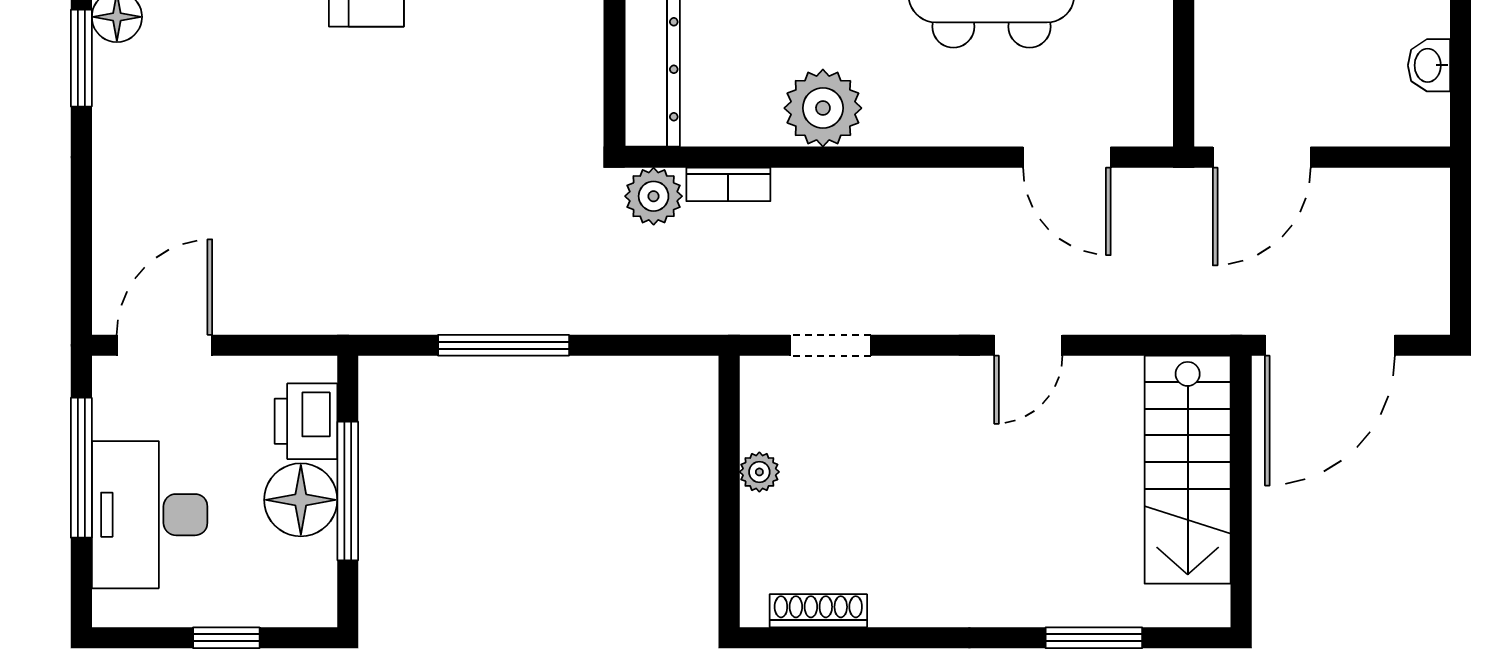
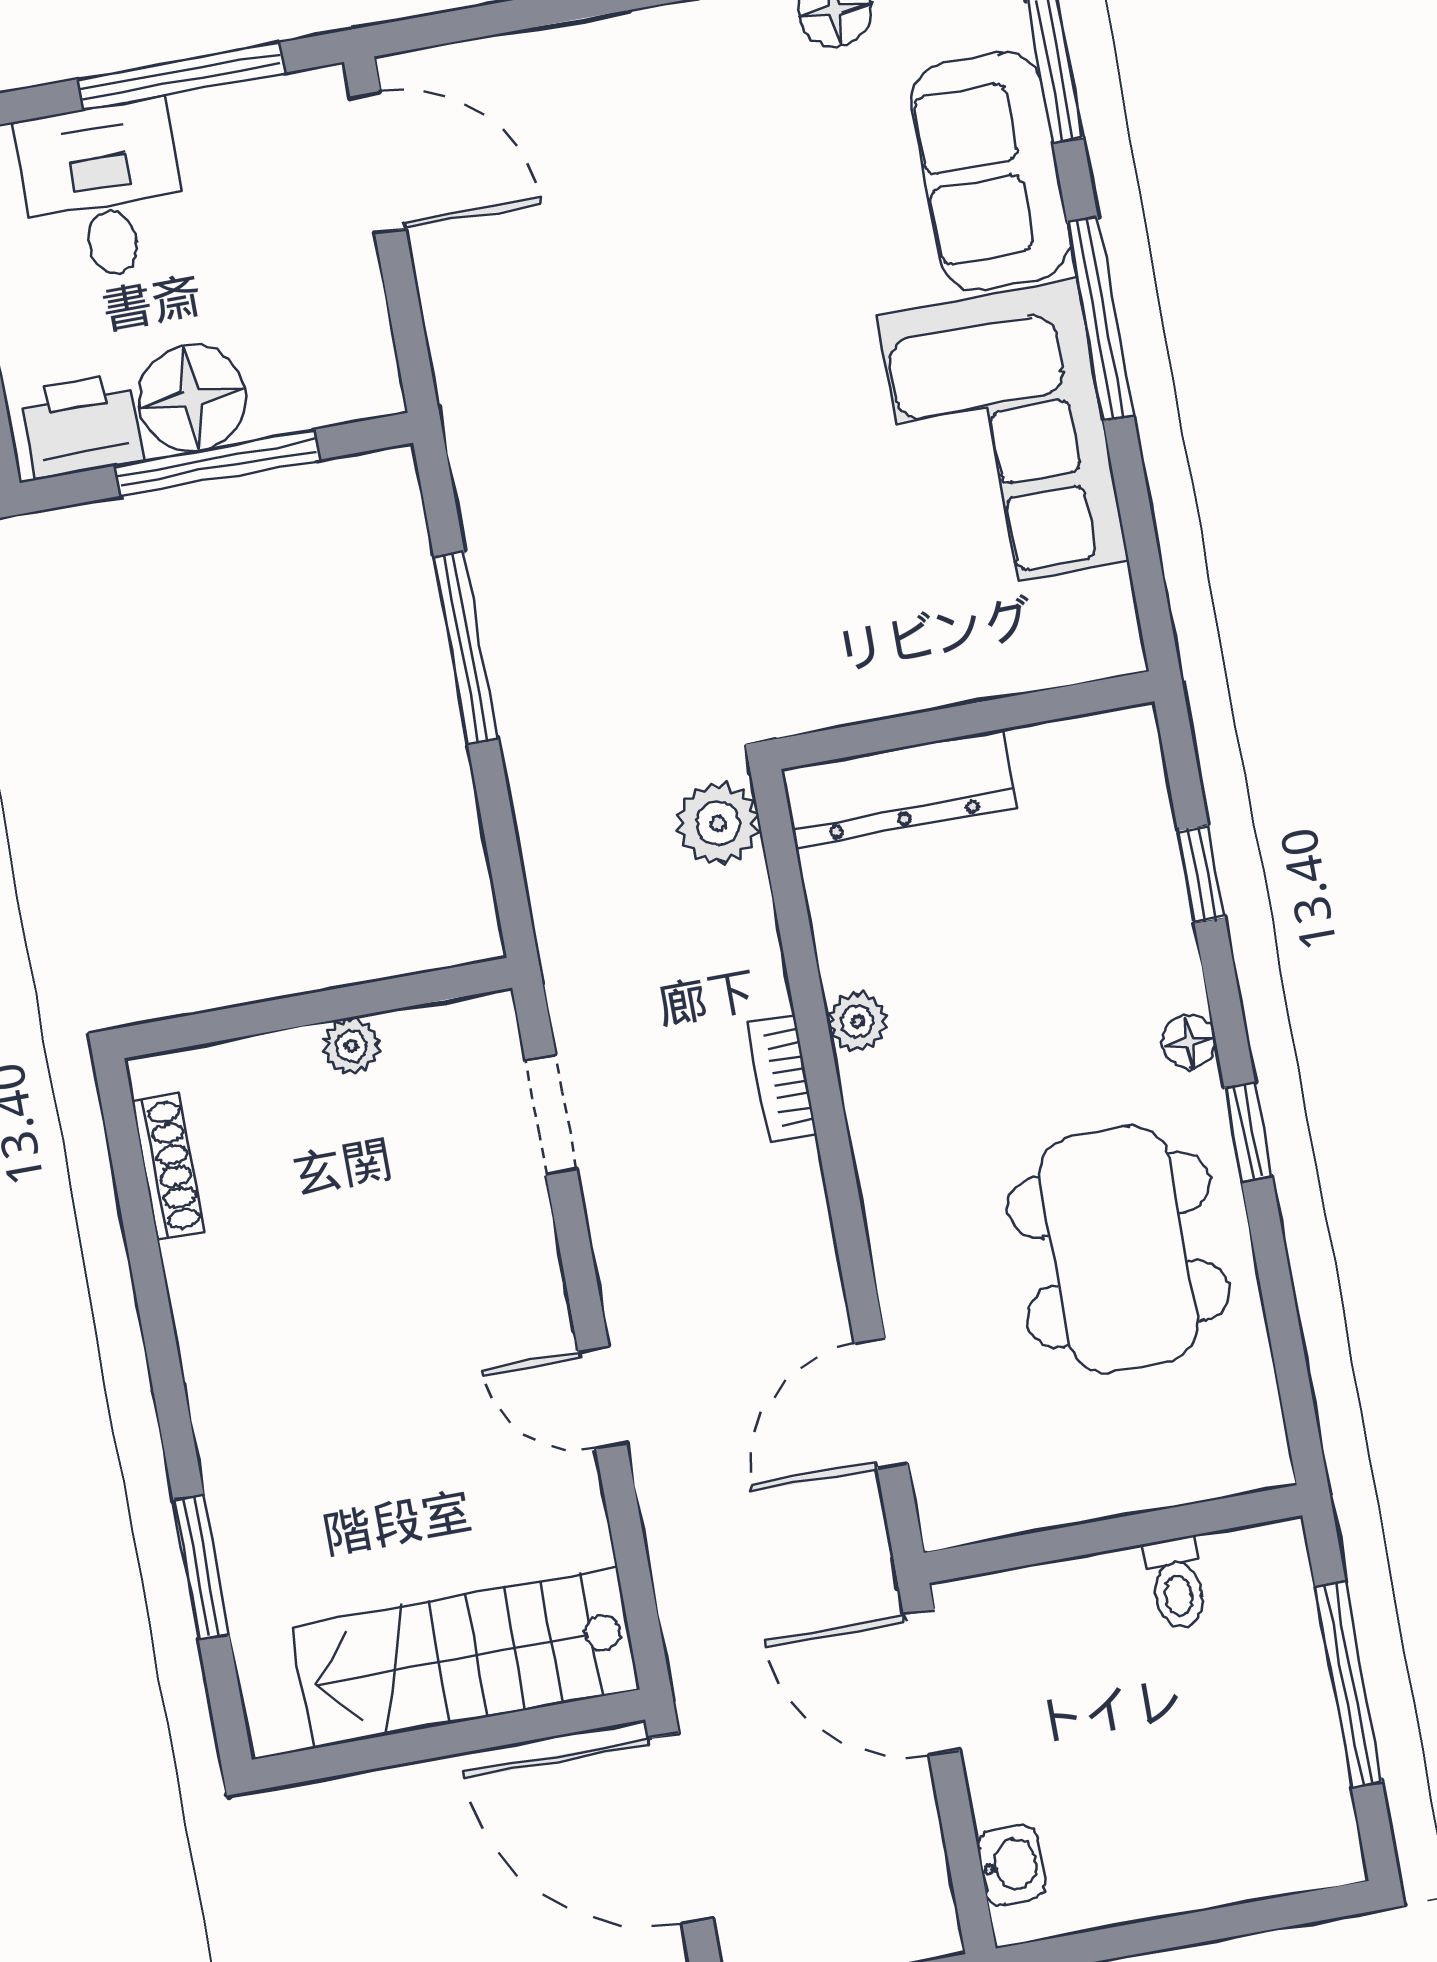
washbasin: (1429, 65) -> (1012, 1865), moved, turned 90
plant: (823, 108) -> (857, 1021), width x0.53, depth x0.53
bookcase: (728, 184) -> (782, 1079), moved
printer: (306, 421) -> (81, 426), moved
desk: (150, 515) -> (103, 191), width x0.73

